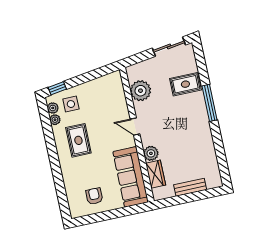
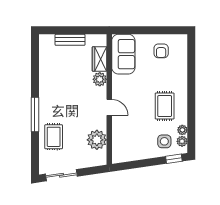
rug: (185, 84) -> (54, 137), turned 90
sofa: (131, 177) -> (123, 54), width x0.73

